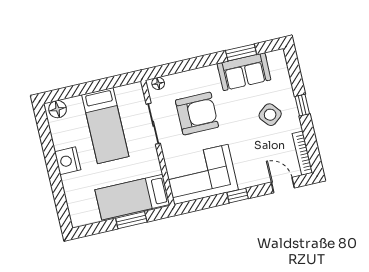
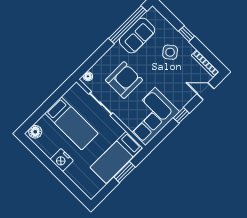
window: (241, 52) -> (128, 25), width x2.11

